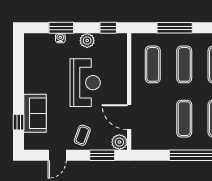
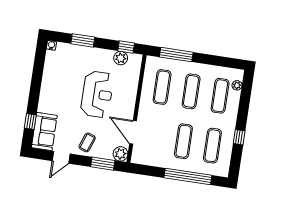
window: (175, 28) -> (176, 55), moved
water cooler: (60, 38) -> (51, 45), moved
plant: (87, 40) -> (121, 58), moved
sofa: (35, 113) -> (44, 132), moved

